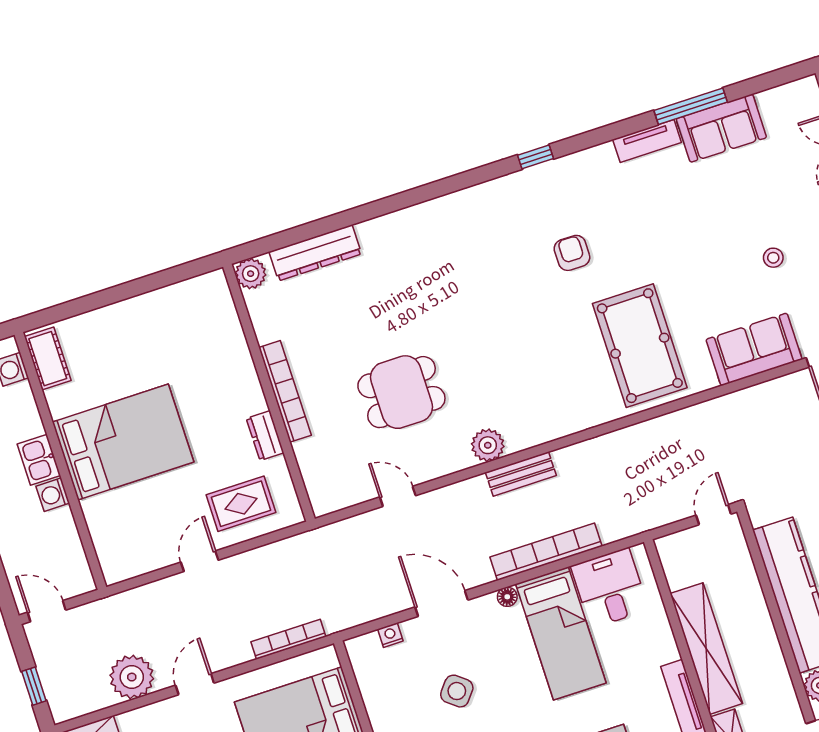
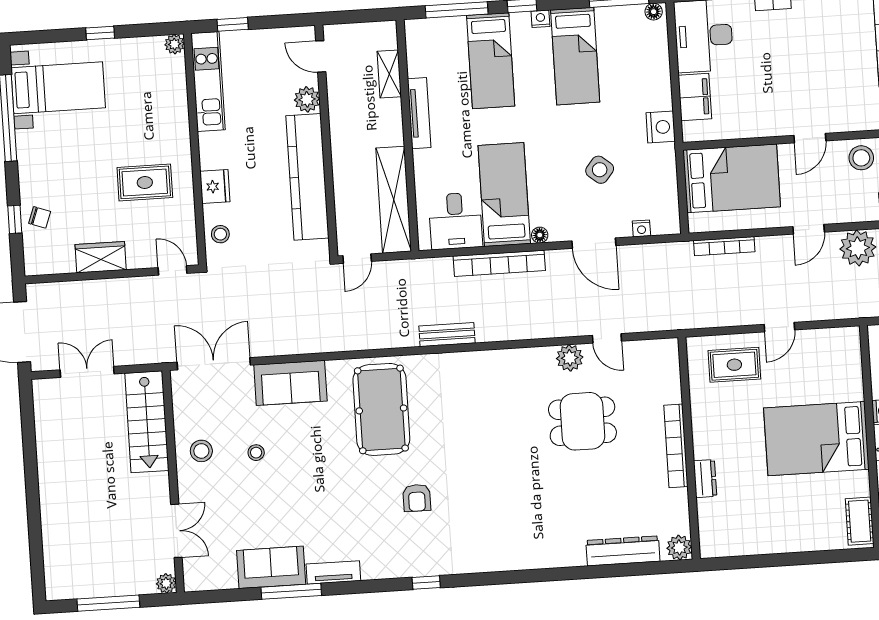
dresser: (265, 436) -> (705, 479), moved
plant: (488, 445) -> (570, 358), moved
bench: (521, 474) -> (447, 335), moved
shelving: (706, 649) -> (394, 200), moved

